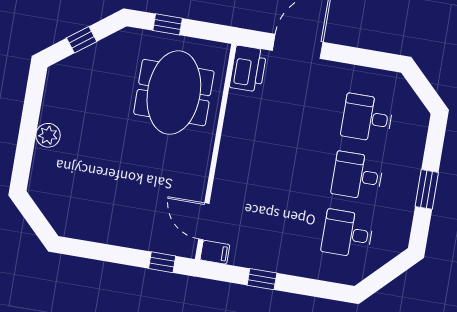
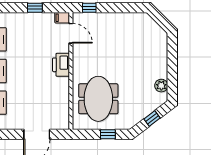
printer: (248, 69) -> (61, 65), moved
plant: (48, 135) -> (161, 86), moved

